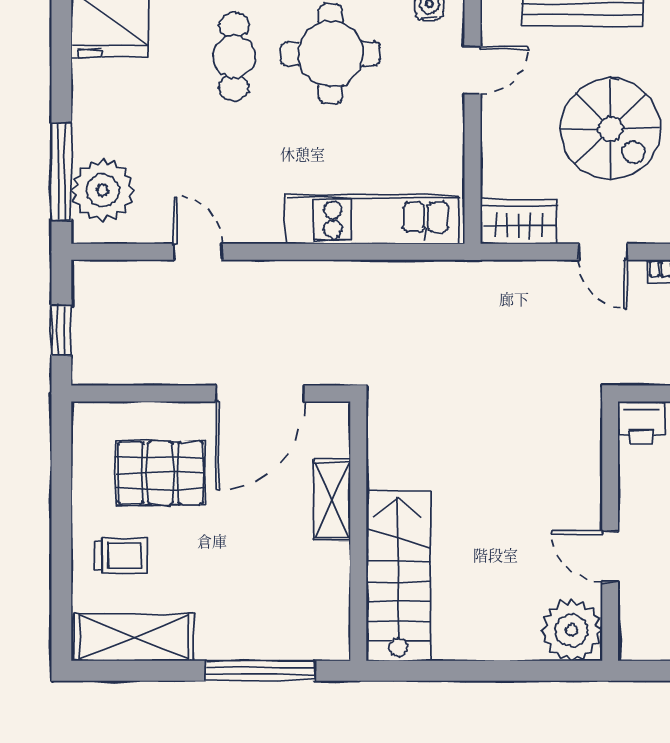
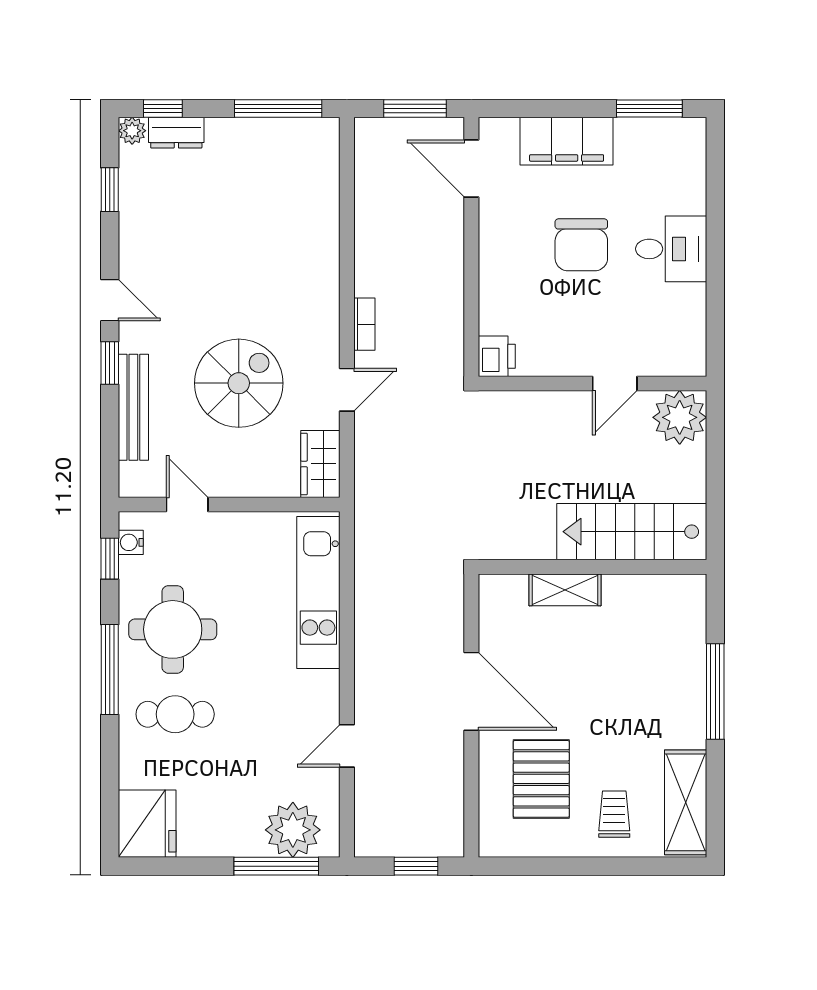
shelving: (332, 500) -> (565, 590), moved
wall: (358, 531) -> (592, 567), moved
stairs: (398, 576) -> (632, 532), moved

